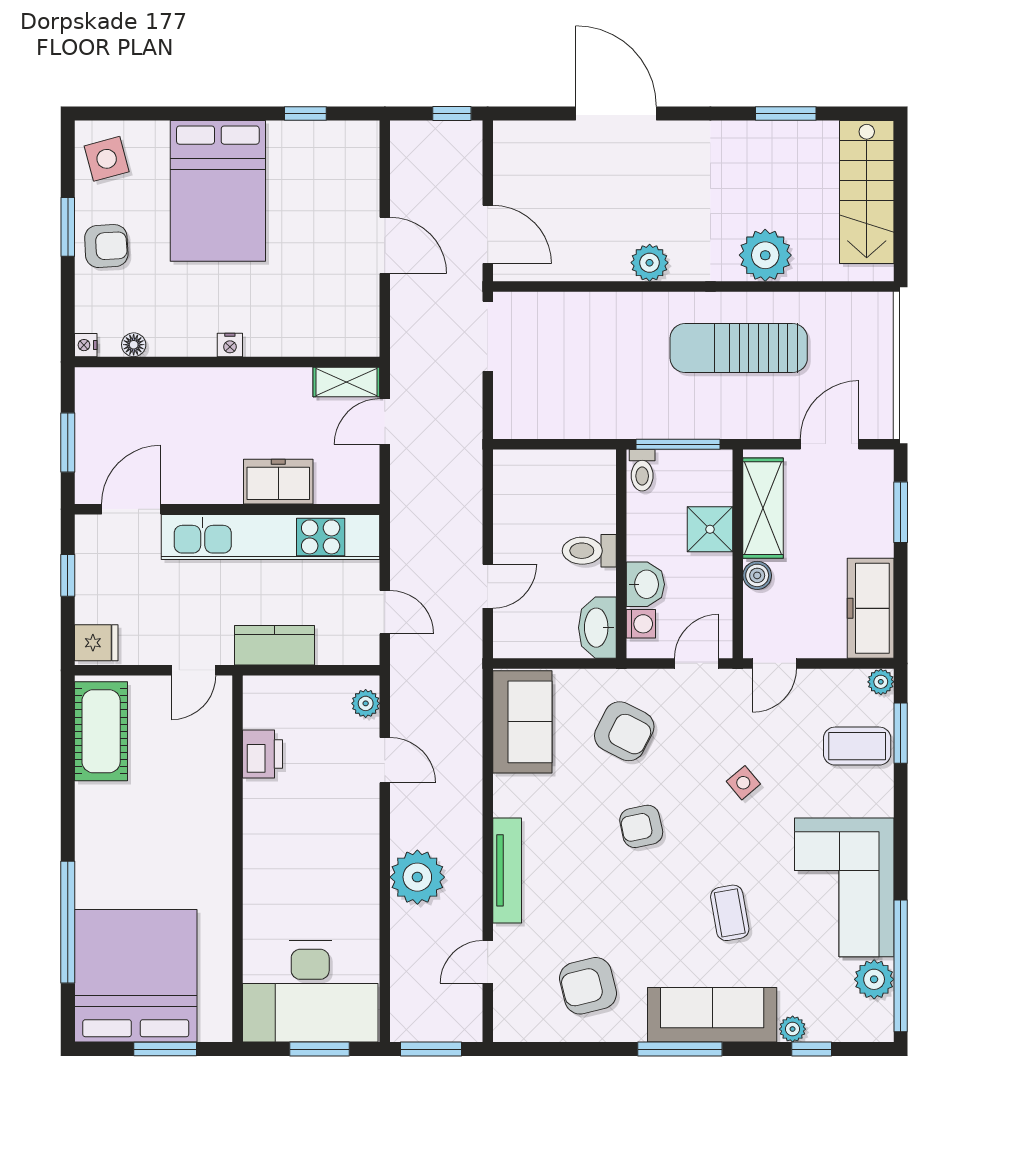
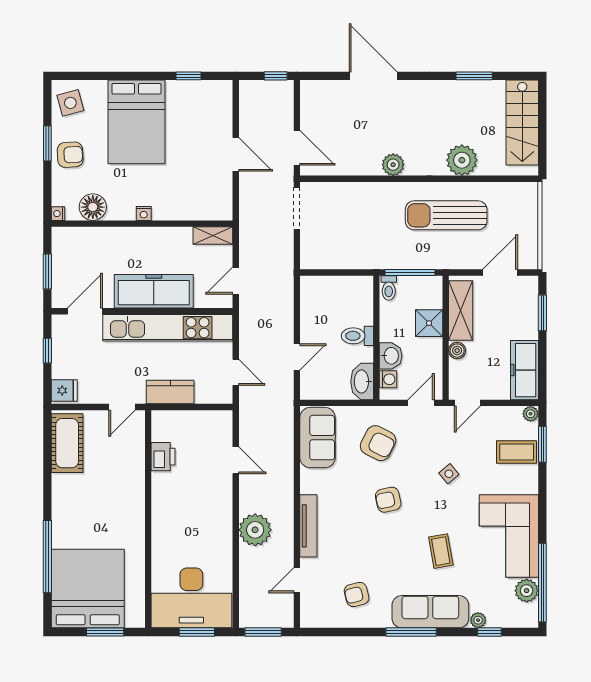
floor lamp: (134, 345) -> (93, 207), width x1.89, depth x1.89
door: (385, 422) -> (236, 281), moved
freezer: (278, 482) -> (154, 291), width x1.91, depth x1.26
plant: (366, 703) -> (224, 427), removed
armchair: (588, 986) -> (357, 594), width x0.72, depth x0.72

